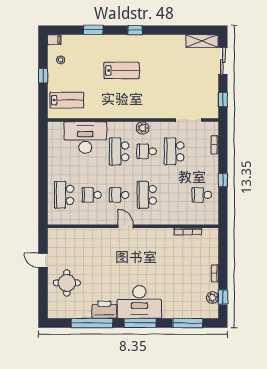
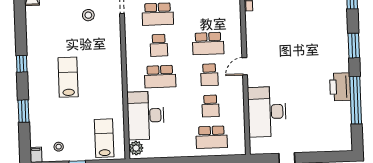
stool: (176, 90) -> (88, 15), added
plant: (143, 128) -> (136, 148), moved
round table: (67, 283) -> (311, 130), removed
desk: (139, 302) -> (267, 112), moved, turned 180
window: (140, 323) -> (354, 46), width x0.69

